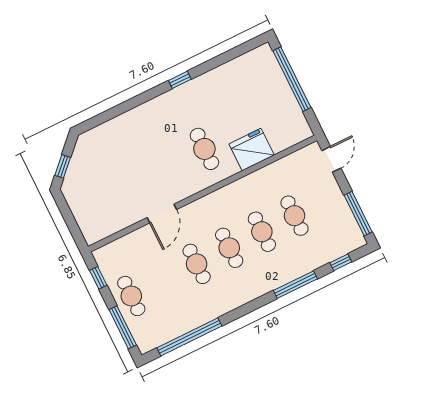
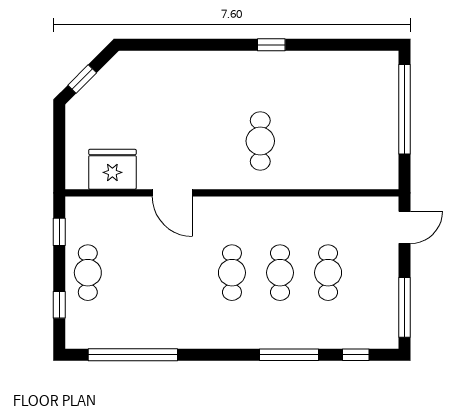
fridge: (252, 150) -> (112, 169), moved
door: (162, 214) -> (172, 193), hinge flipped
cafe table: (197, 264) -> (184, 273), removed
window: (123, 327) -> (59, 305), width x0.46

